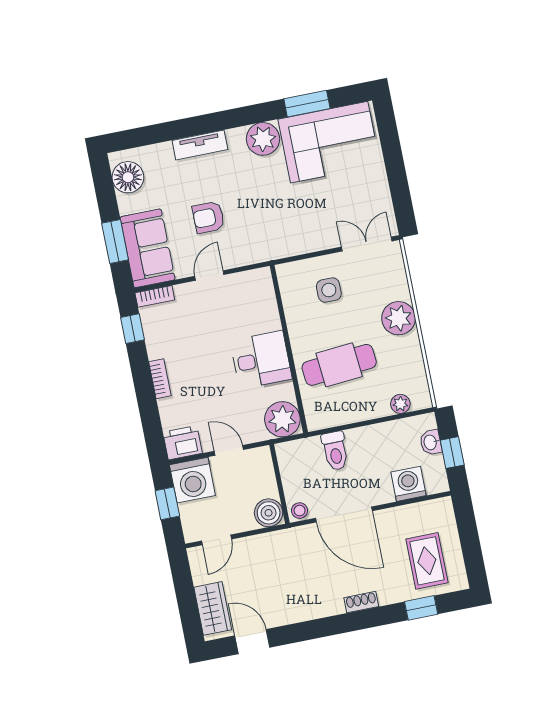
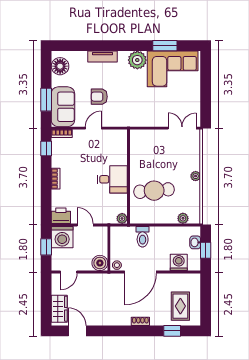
side table: (329, 290) -> (157, 149), removed
plant: (399, 318) -> (196, 176), width x0.53, depth x0.53
plant: (282, 419) -> (122, 218), width x0.53, depth x0.53
door: (344, 514) -> (140, 272), hinge flipped

